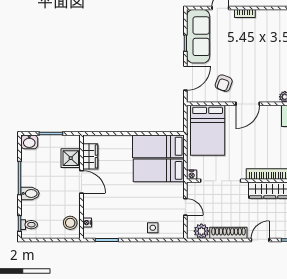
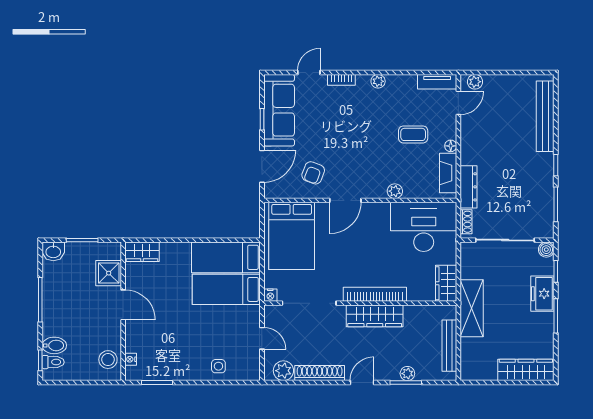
plant: (272, 15) -> (378, 81), added
wardrobe: (90, 156) -> (142, 252), moved, turned 90
bidet: (30, 193) -> (54, 345), moved

